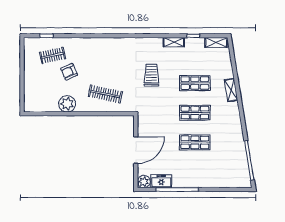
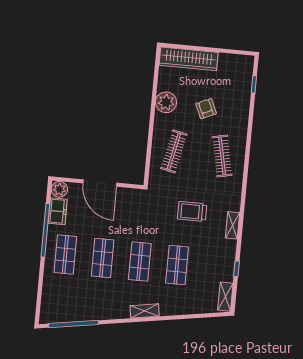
shelving: (174, 42) -> (233, 225), moved
clothes rail: (53, 55) -> (222, 156), moved, width x1.36
trolley: (151, 75) -> (192, 212), turned 180
wardrobe: (31, 89) -> (189, 59), added
shelving: (231, 90) -> (145, 311), moved
shop shelf: (195, 172) -> (65, 255), added

